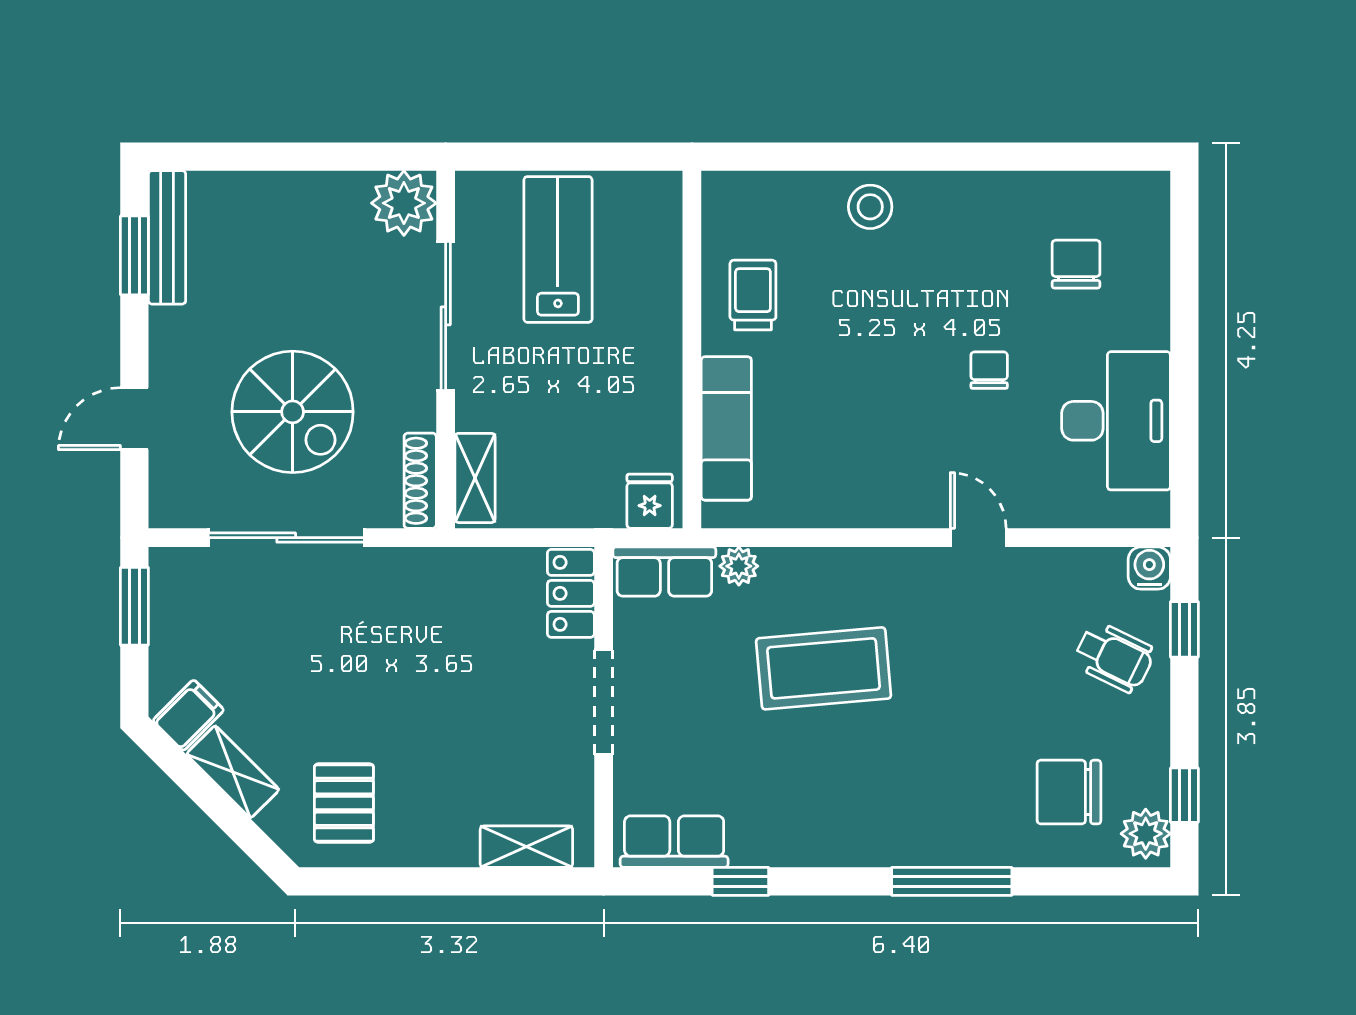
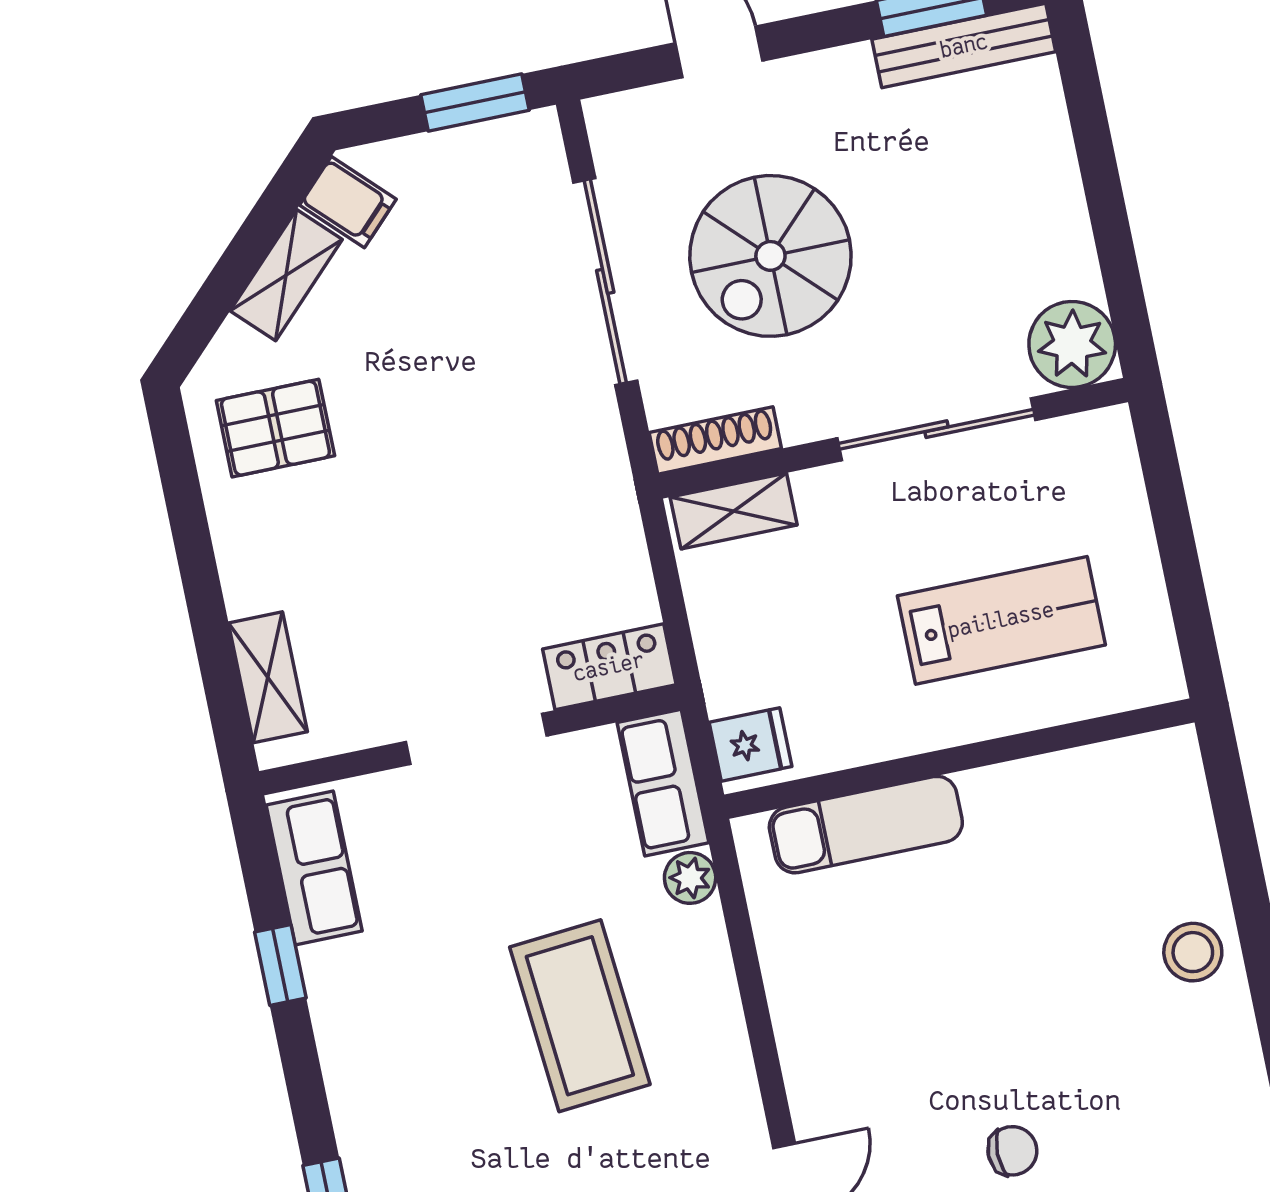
lab bench: (558, 249) -> (1001, 620), moved
trolley: (753, 295) -> (1047, 823), removed

